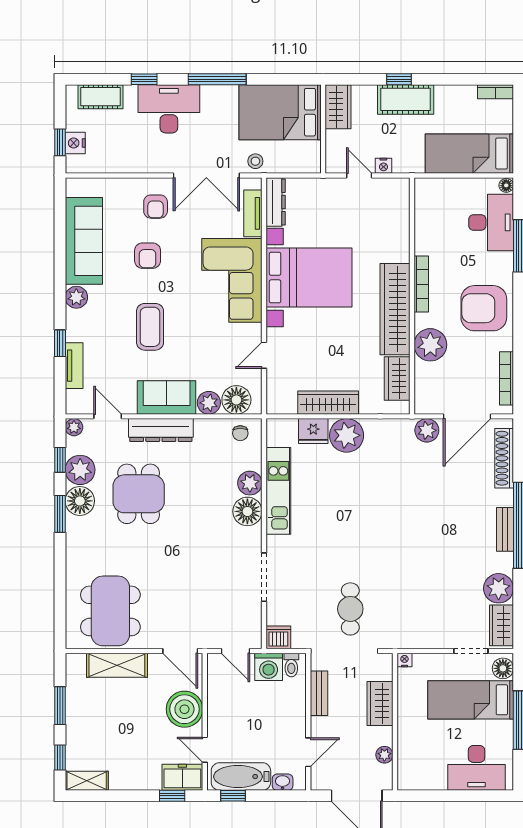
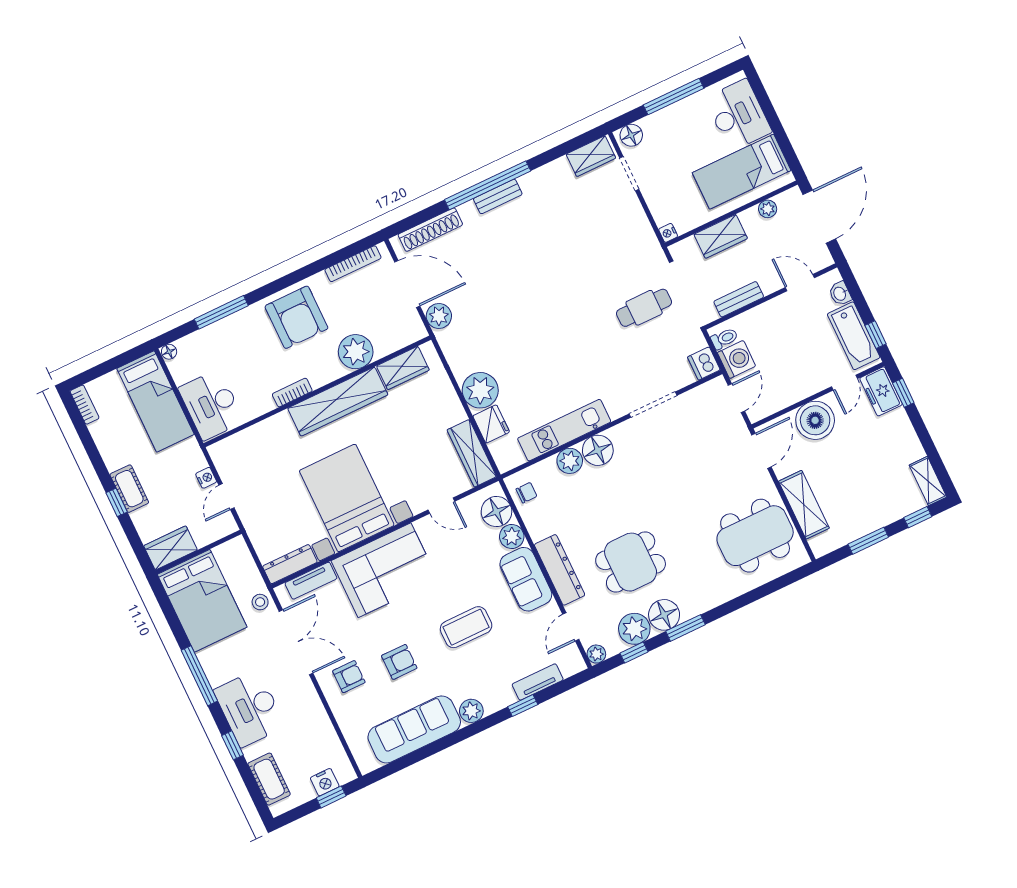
cot: (406, 99) -> (129, 489), width x0.73, depth x0.75
desk: (491, 222) -> (211, 405), moved, turned -90
bookcase: (421, 284) -> (292, 393), width x0.64
wardrobe: (328, 403) -> (472, 453), moved
plant: (499, 588) -> (557, 176), removed
bed: (471, 700) -> (742, 172), moved, turned 90

